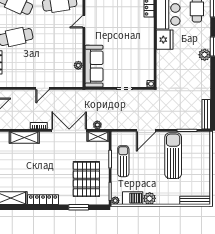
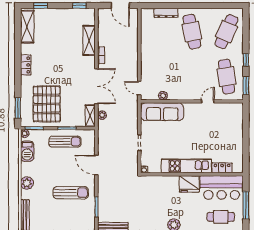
door: (84, 22) -> (208, 101), hinge flipped
kitchen unit: (147, 42) -> (186, 166), added
door: (42, 88) -> (139, 88), moved
sun lounger: (173, 156) -> (71, 193), width x0.73, depth x0.75
pallet: (86, 179) -> (47, 104), turned 90
plant: (150, 198) -> (27, 183), moved
locker: (43, 200) -> (26, 65), width x0.66
window: (79, 207) -> (18, 108), moved

